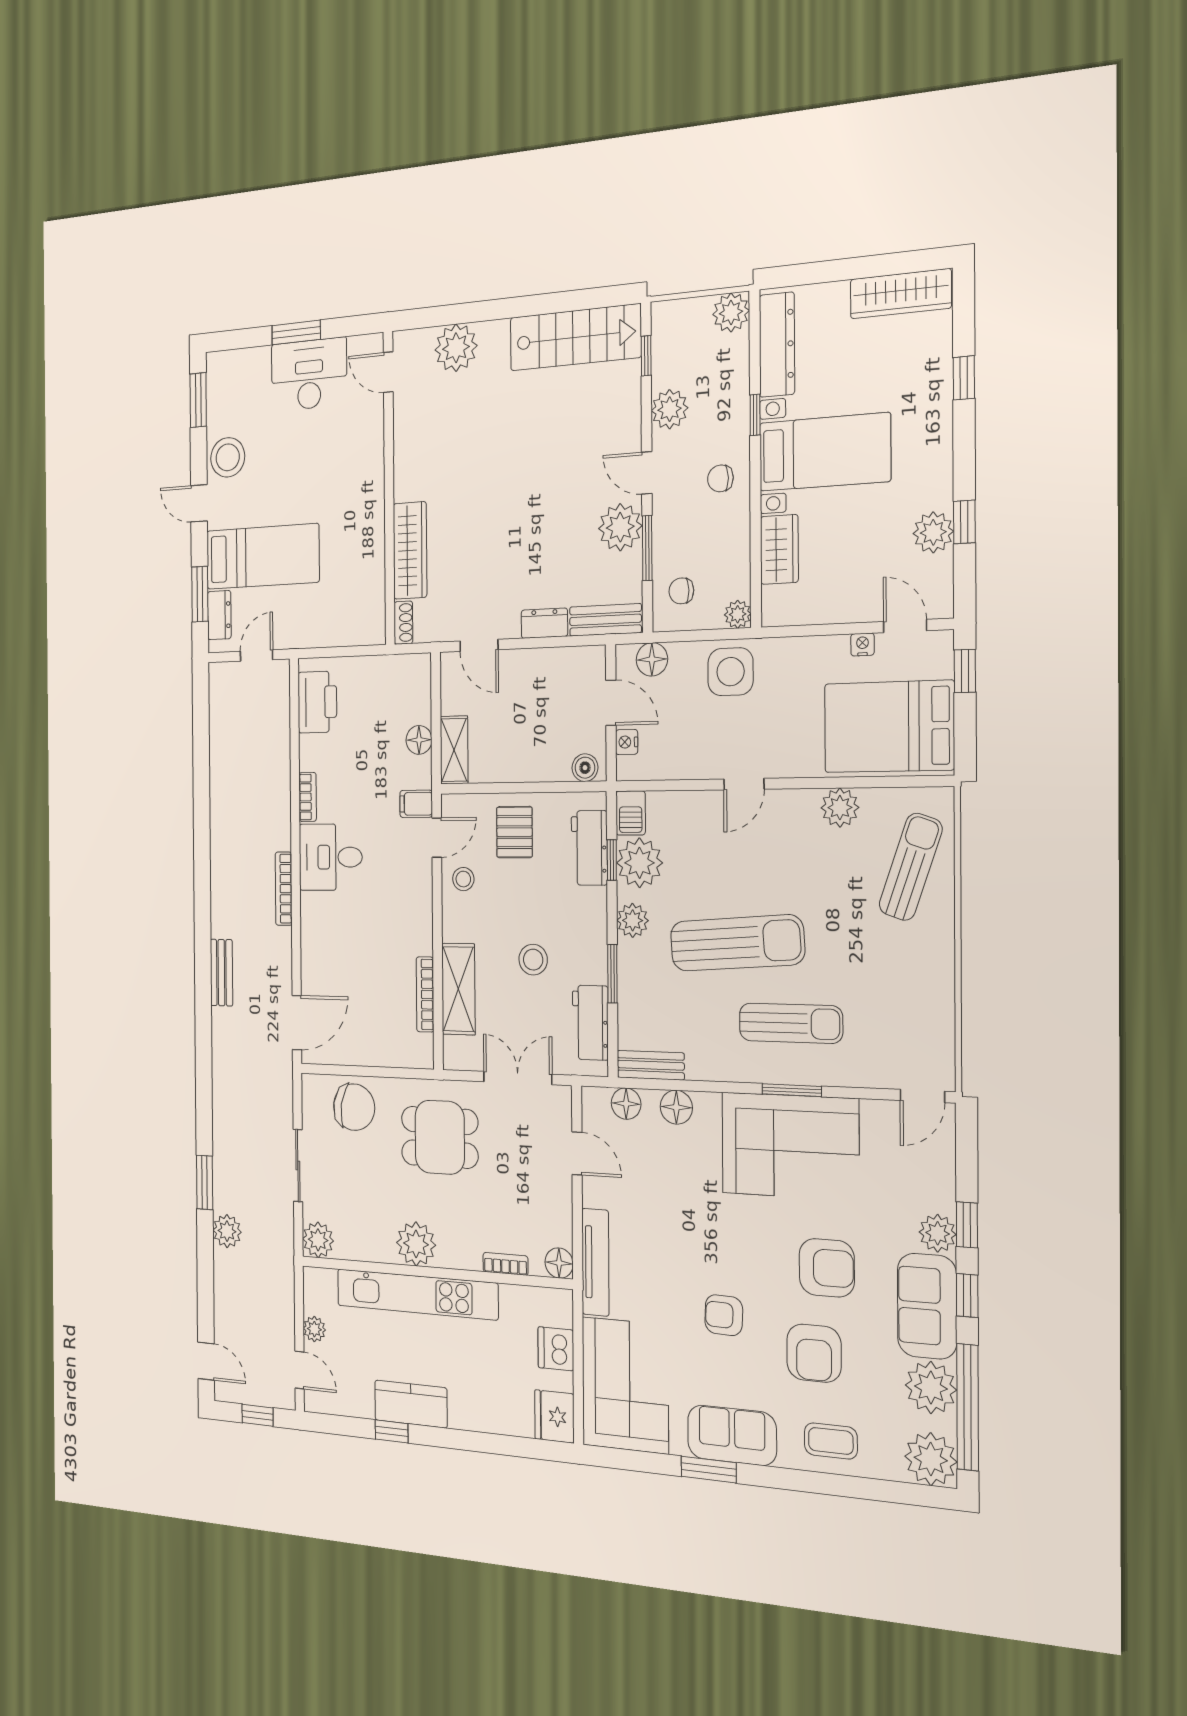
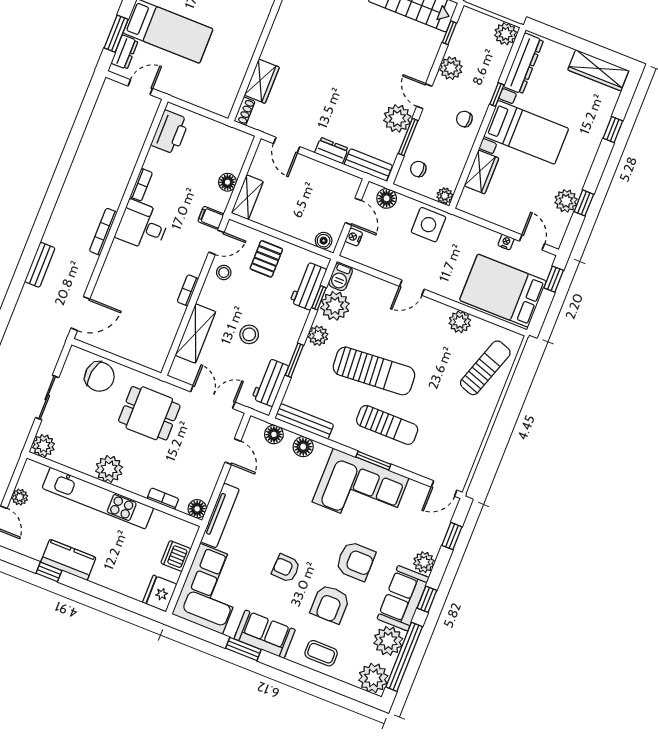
wardrobe: (410, 550) -> (262, 81), width x0.67
bookcase: (425, 994) -> (188, 290), moved, width x0.64
bench: (651, 1065) -> (304, 421), width x1.36
window: (967, 1225) -> (452, 536), moved

